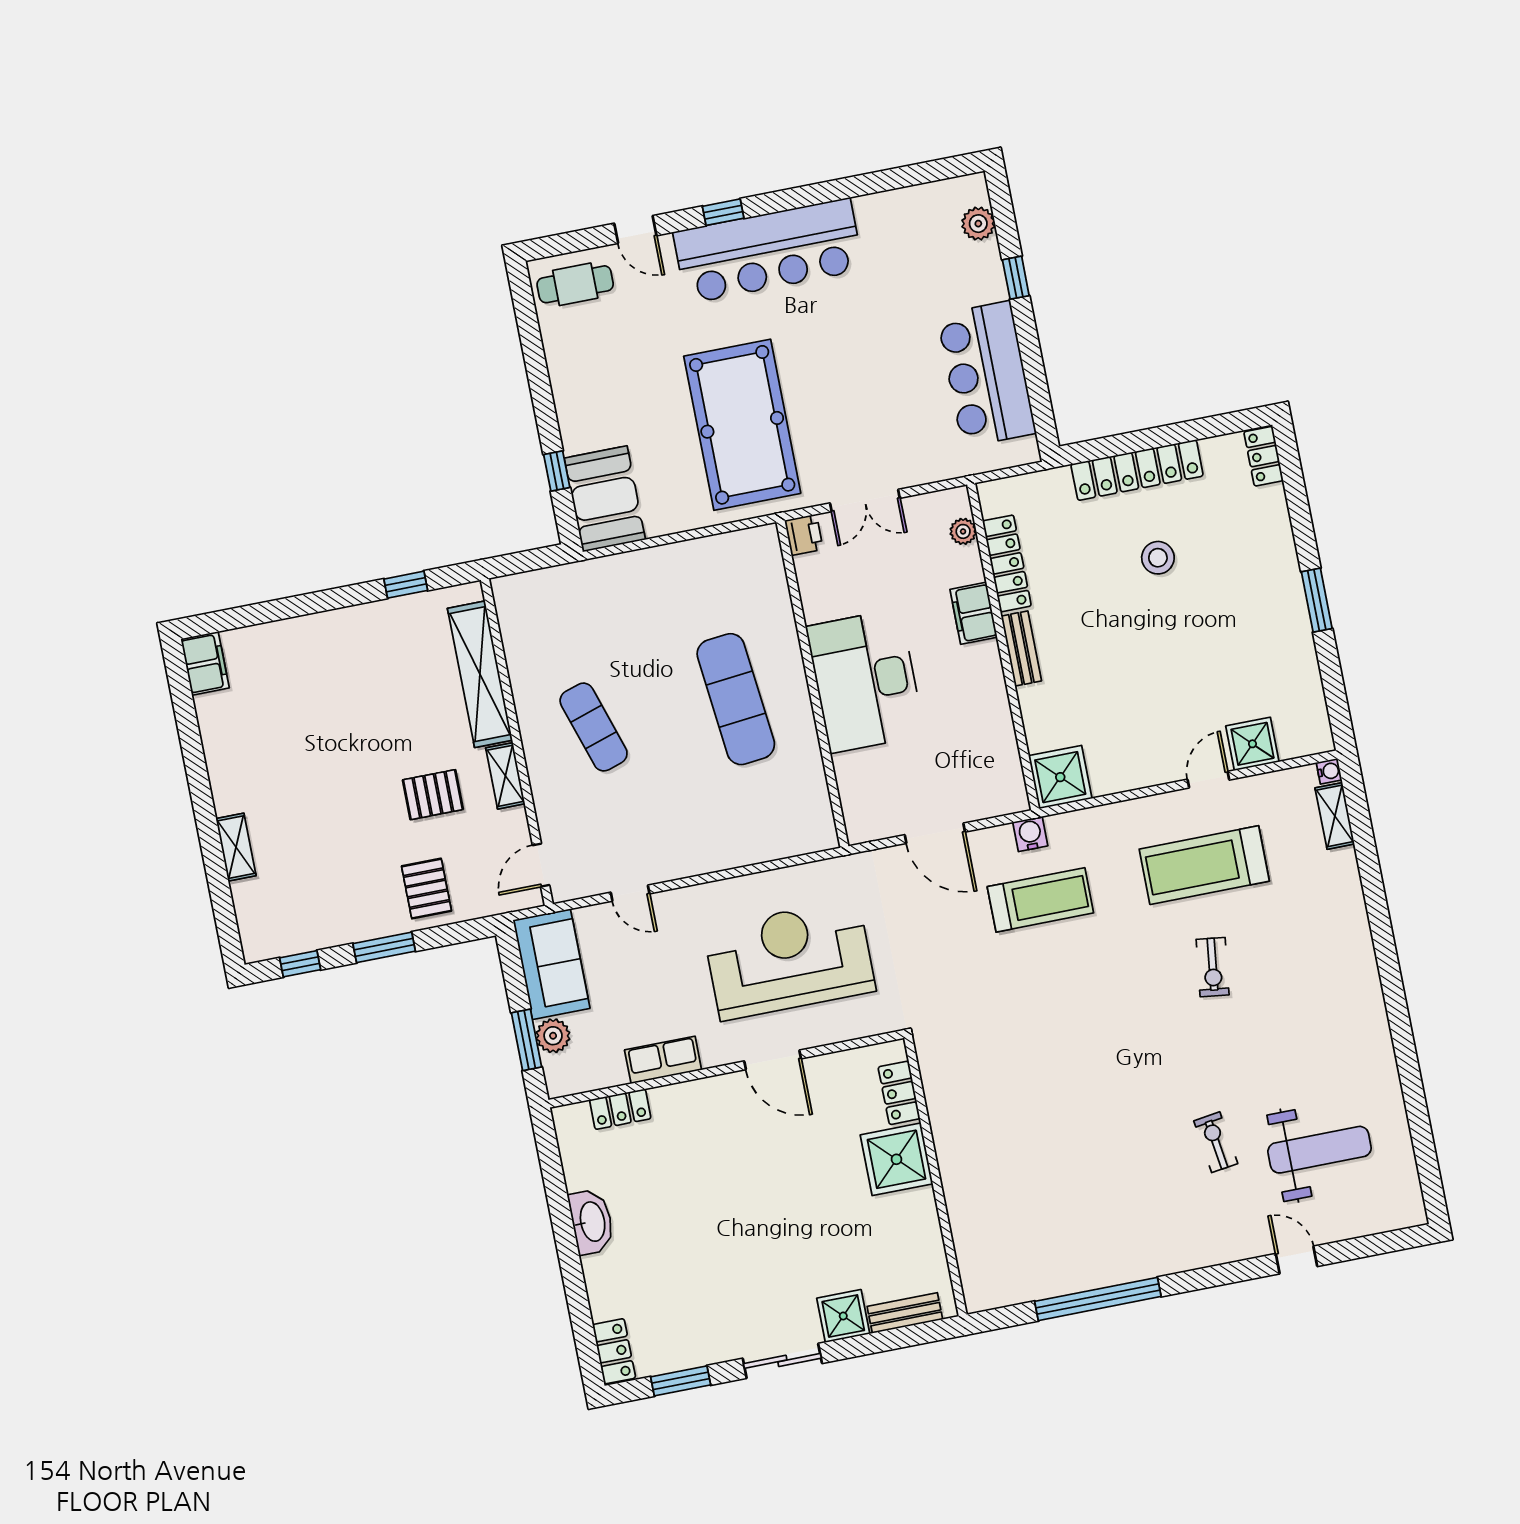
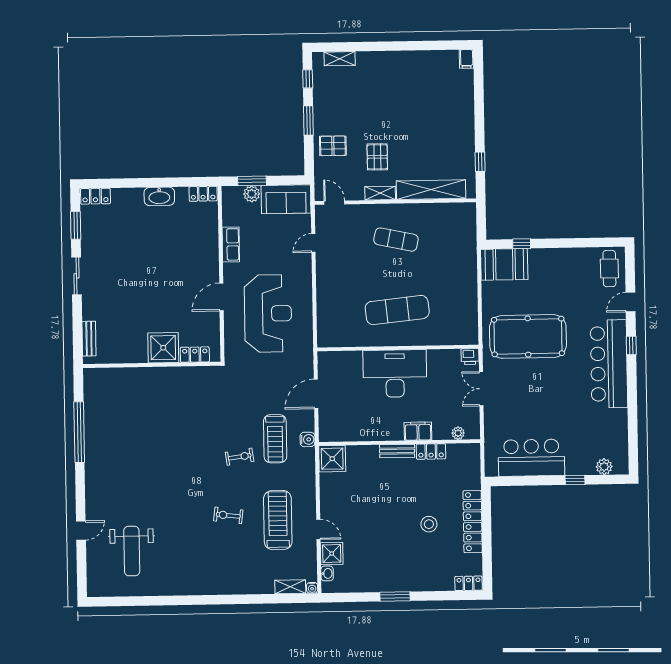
locker: (1007, 563) -> (431, 451), width x0.66
filing cabinet: (205, 663) -> (467, 59), width x0.50
exercise mat: (594, 727) -> (396, 240), turned 30
washbasin: (1294, 746) -> (327, 573), added
shelving: (236, 847) -> (340, 59), moved
locker: (620, 1109) -> (203, 194), moved, turned -90
exercise bike: (1216, 1142) -> (240, 457), moved
shower: (843, 1316) -> (93, 309), removed

